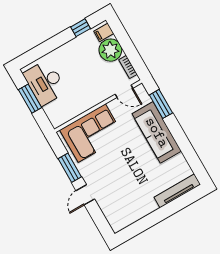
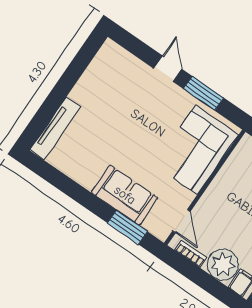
door: (124, 91) -> (181, 221), swing flipped
sofa: (157, 132) -> (125, 195), width x0.73

